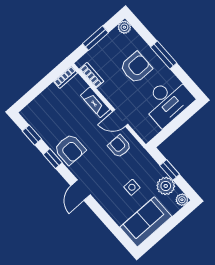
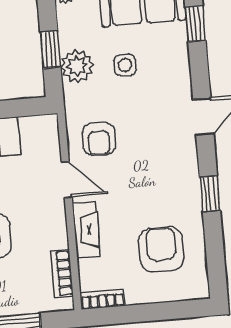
window: (32, 135) -> (195, 24), moved
armchair: (70, 149) -> (161, 249), moved
plant: (166, 186) -> (77, 66), moved

